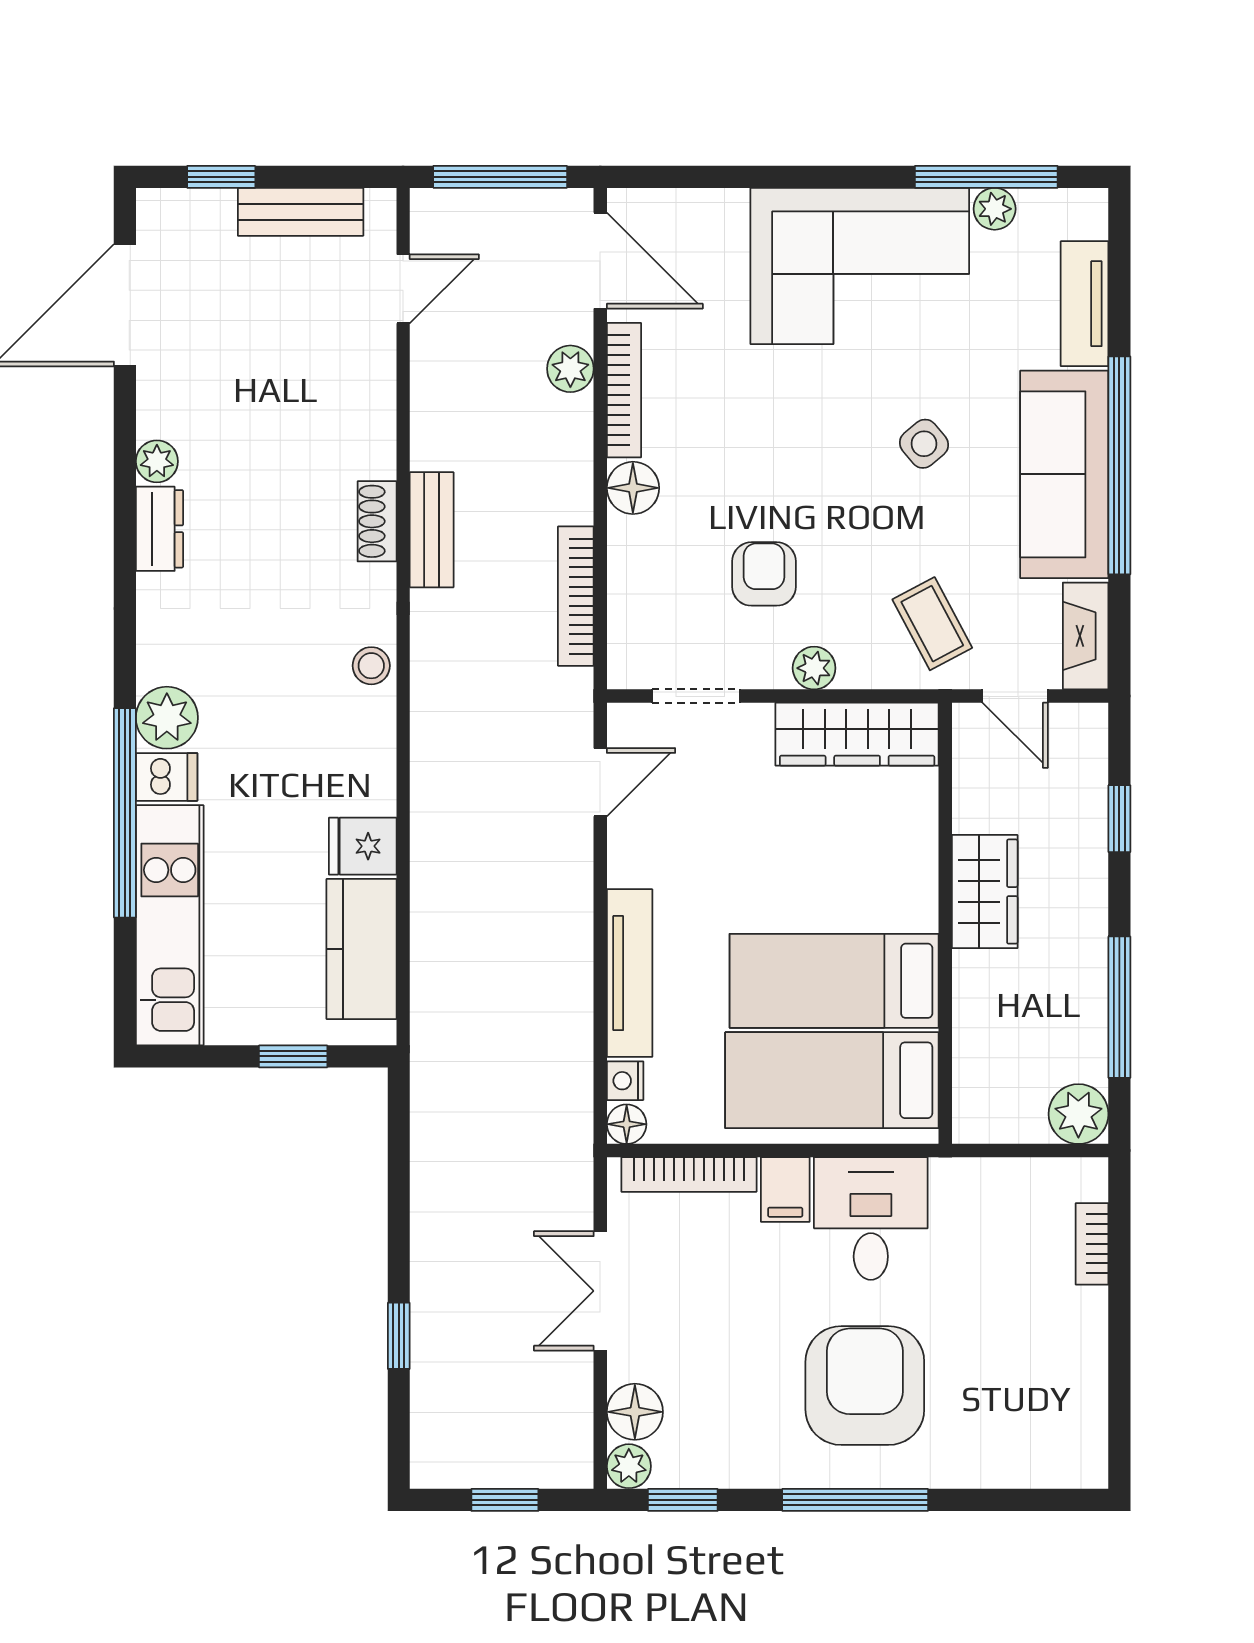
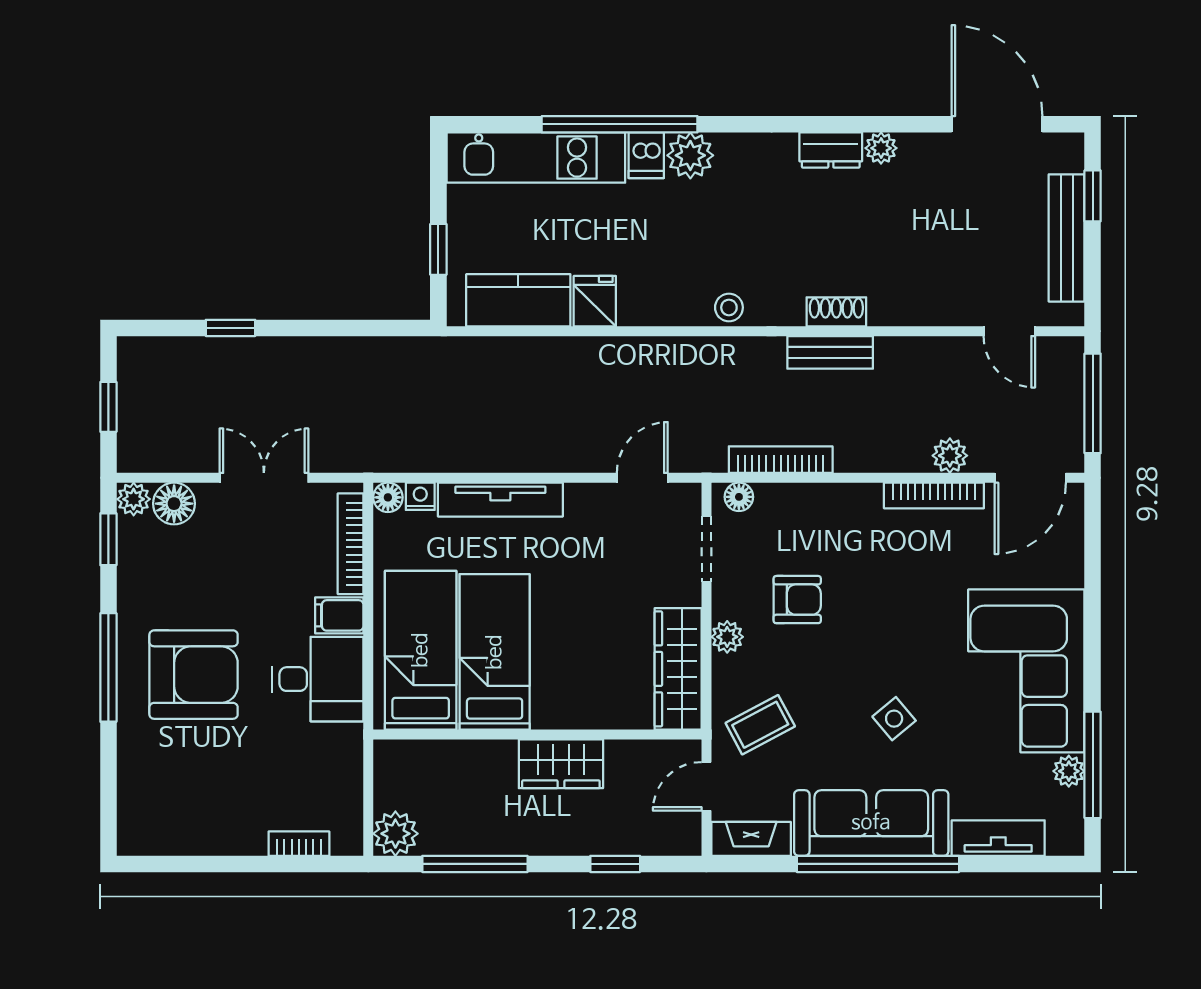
bench: (301, 212) -> (1067, 238), width x1.36
floor lamp: (633, 488) -> (739, 497), moved, width x0.73, depth x0.73
door: (600, 782) -> (642, 478), swing flipped

